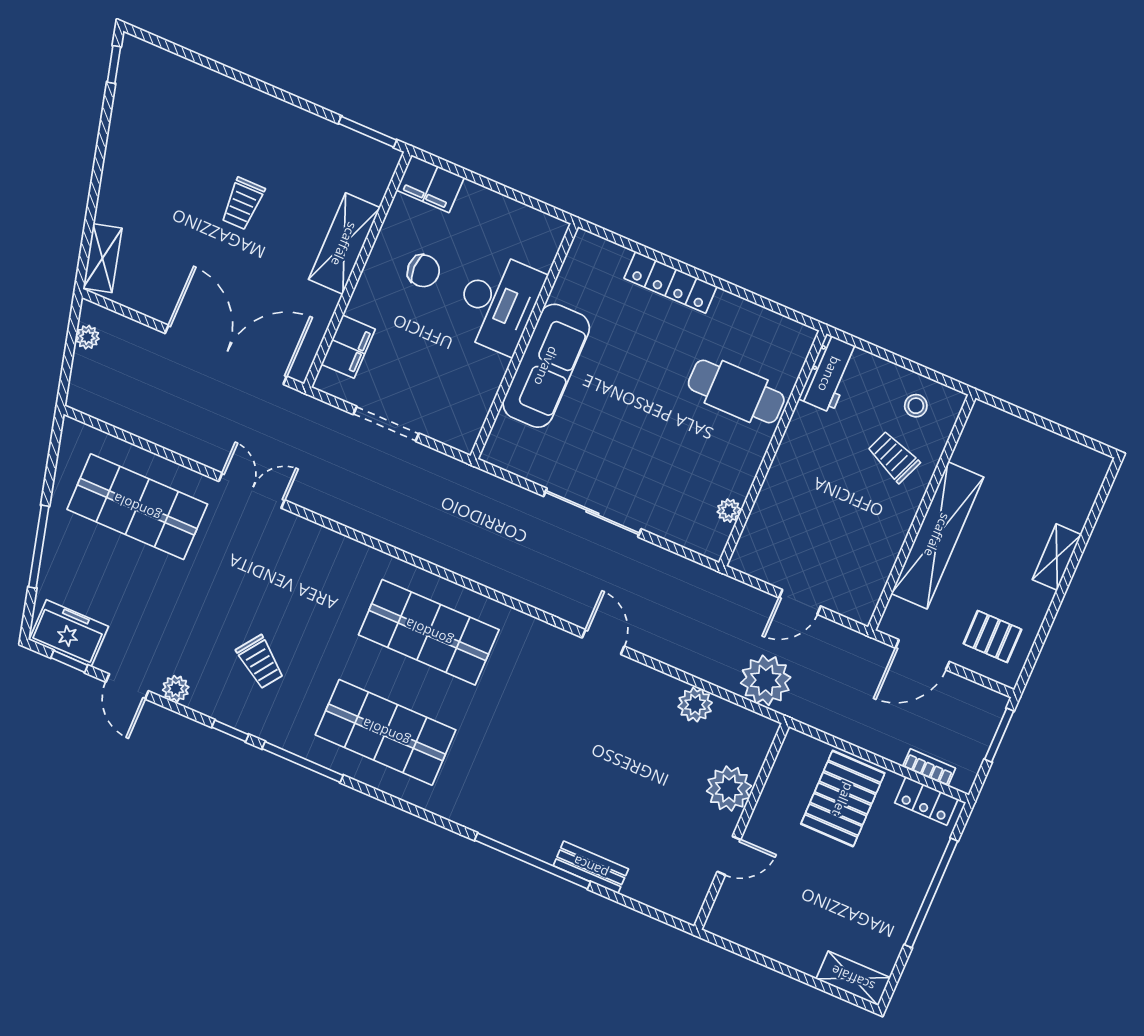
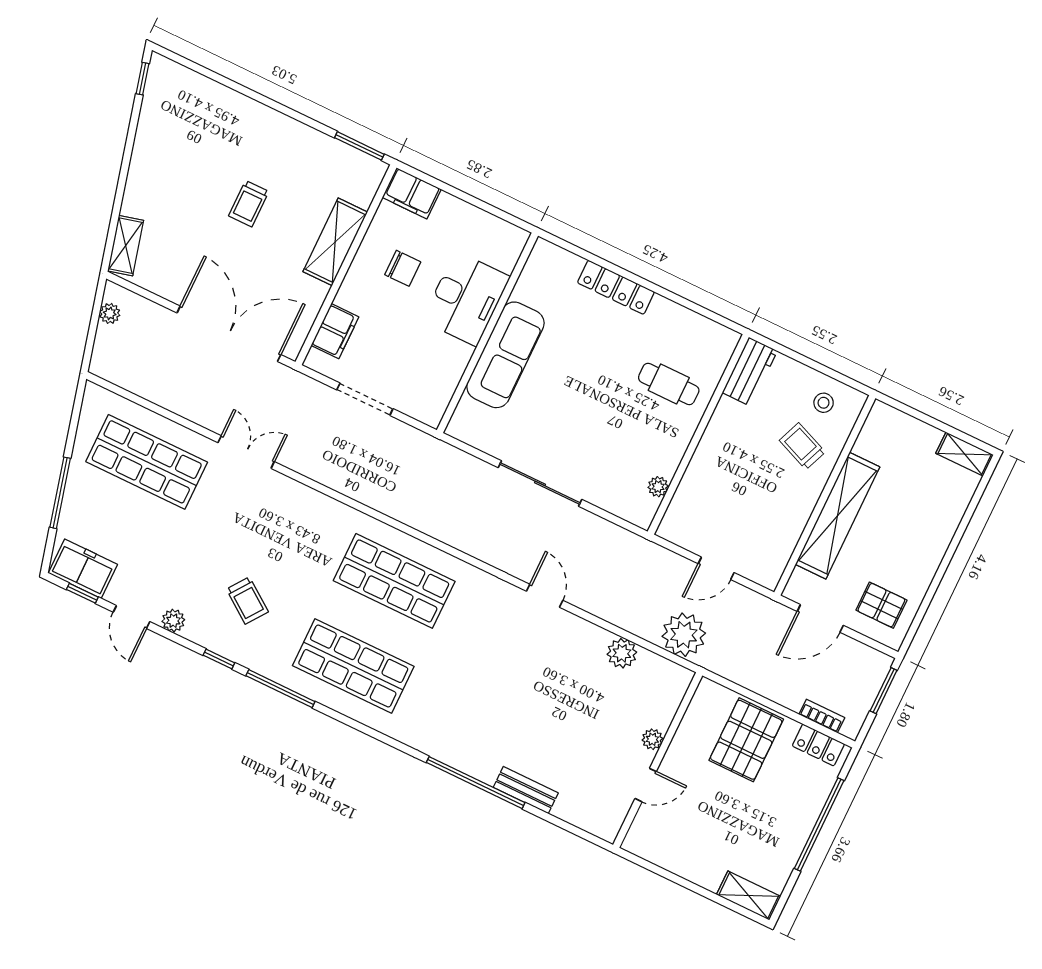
cafe table: (736, 391) -> (669, 384), width x0.73, depth x0.74
shelving: (1057, 557) -> (965, 454), moved, turned 90
plant: (729, 789) -> (652, 739), width x0.53, depth x0.53

